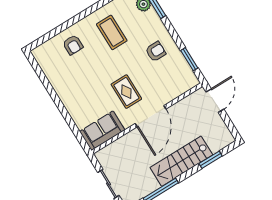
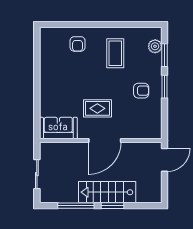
window: (189, 59) -> (165, 87), moved
rug: (126, 92) -> (97, 108), turned 90
window: (211, 160) -> (112, 206), moved

